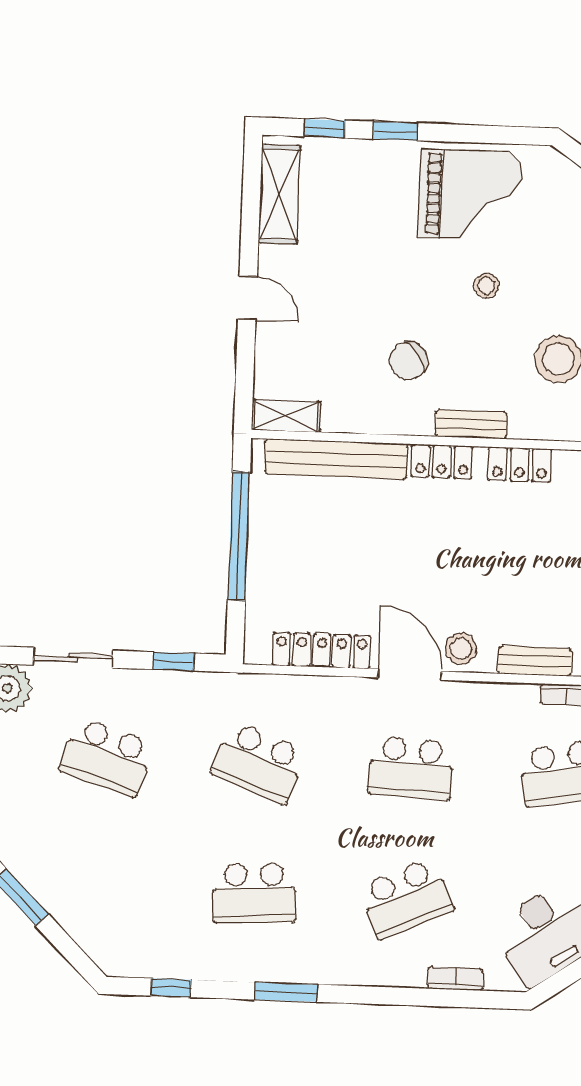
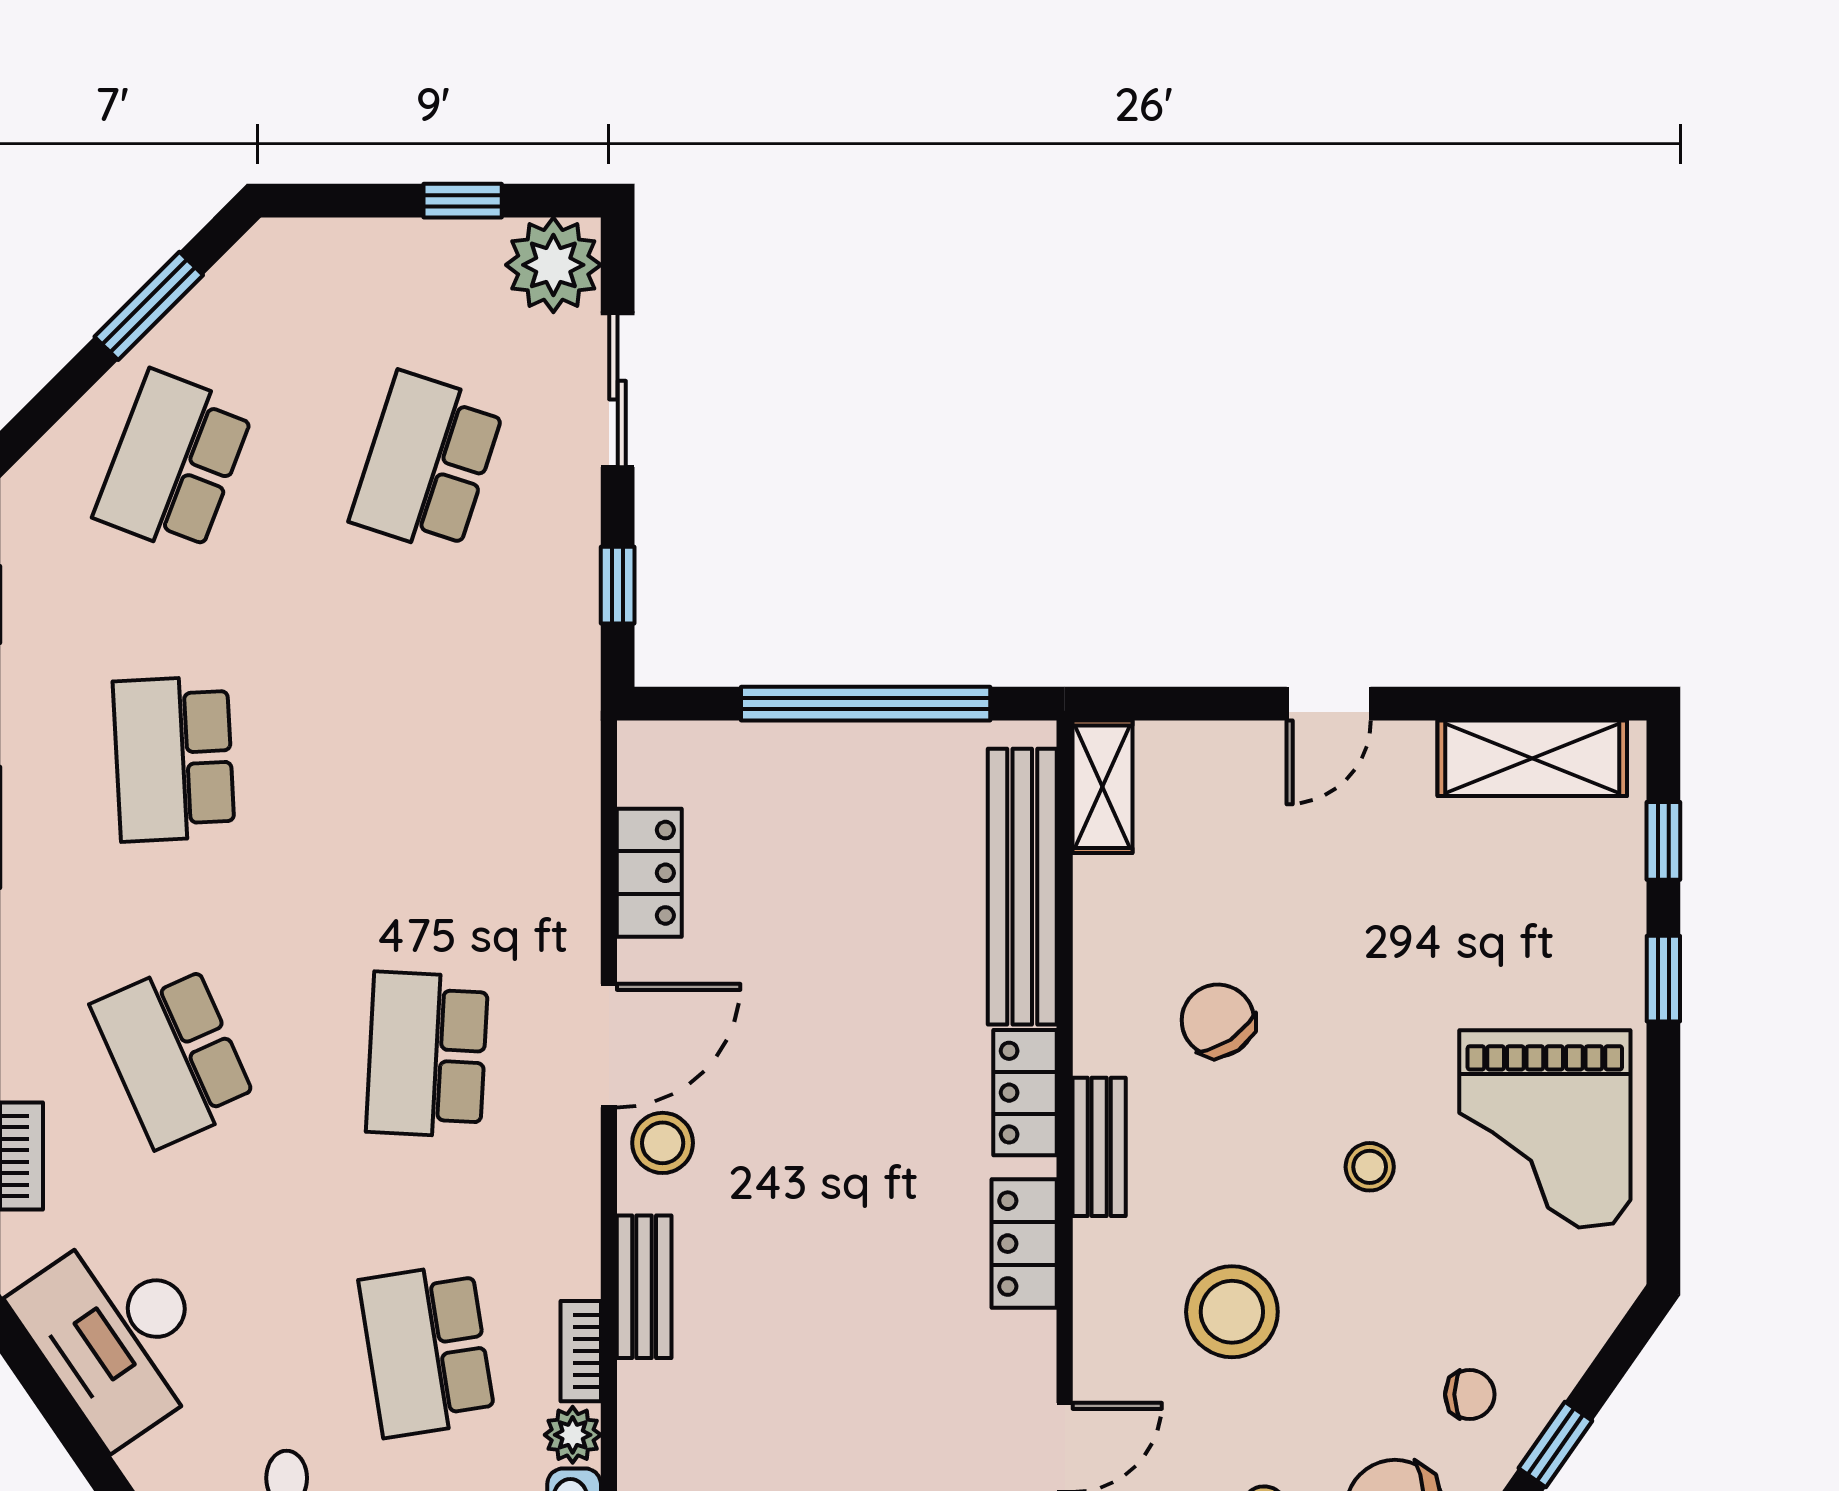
locker: (322, 650) -> (649, 873), width x0.66
school desk: (259, 763) -> (174, 463), moved

